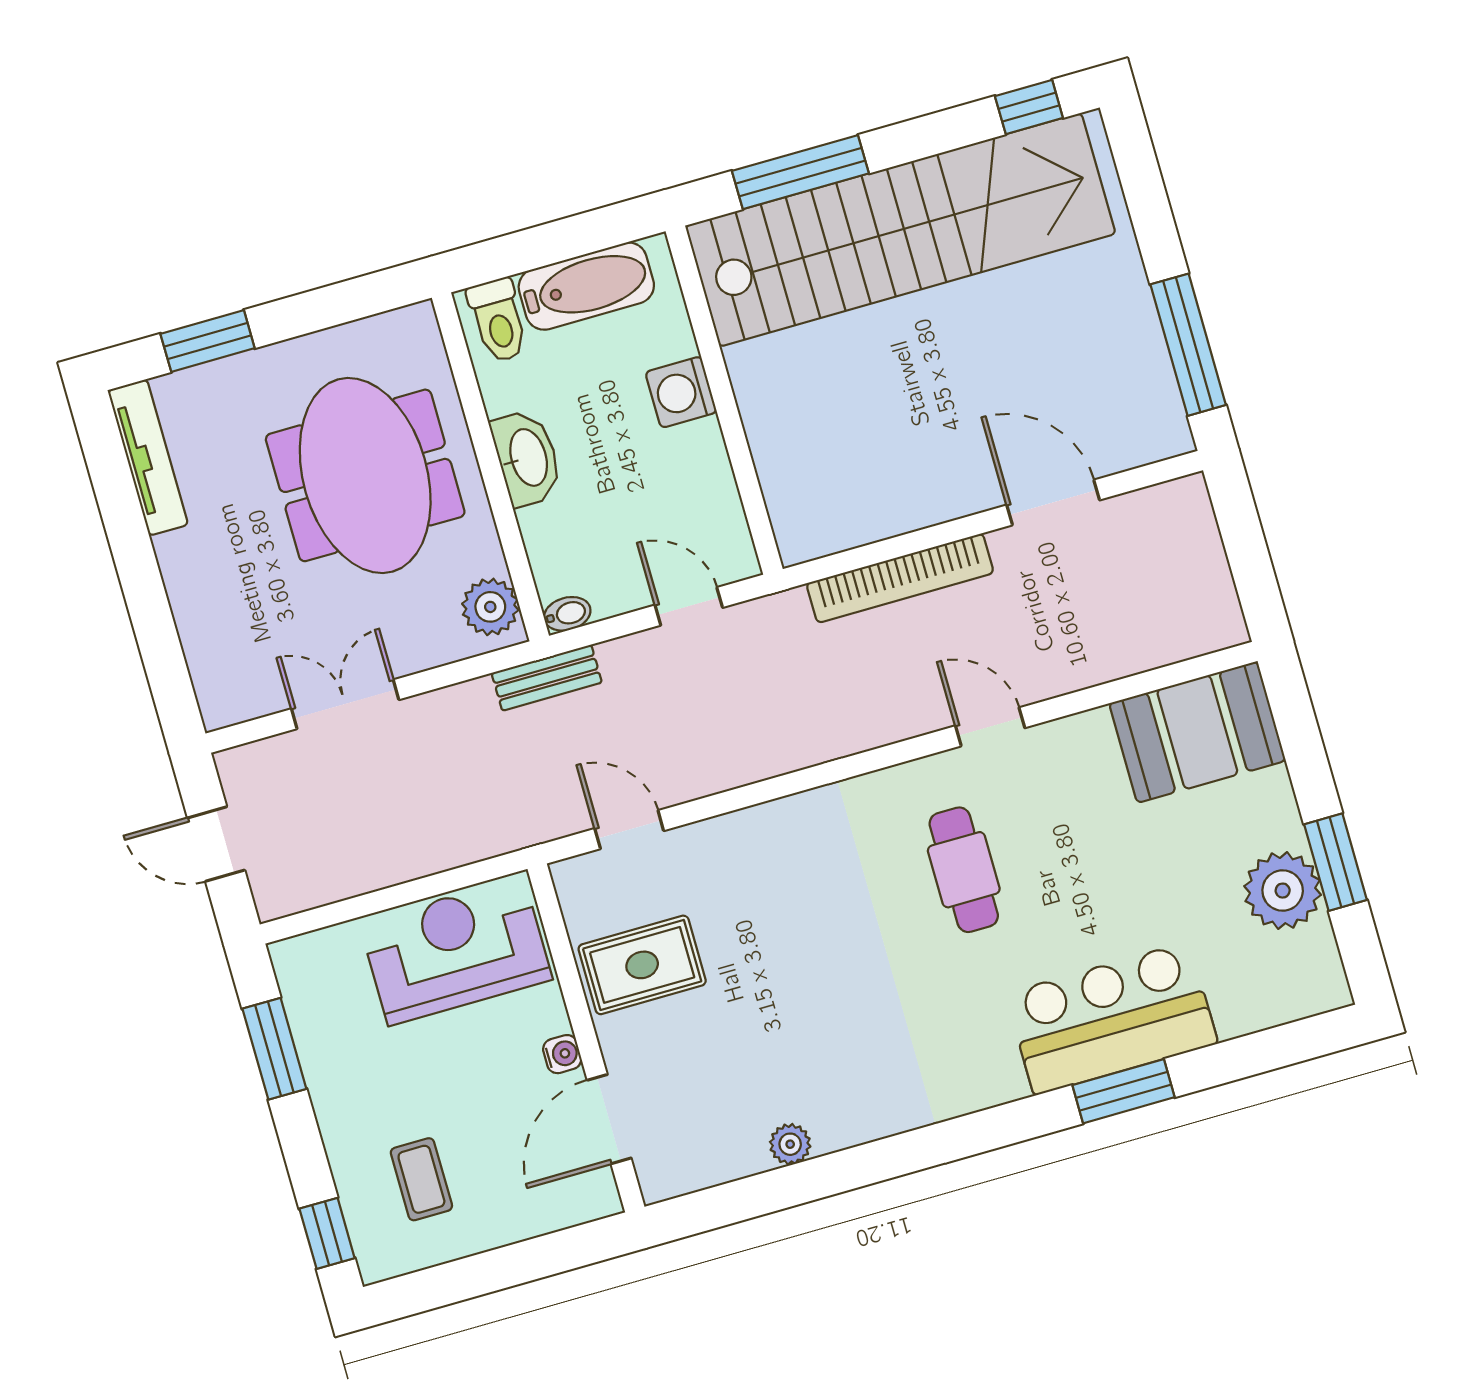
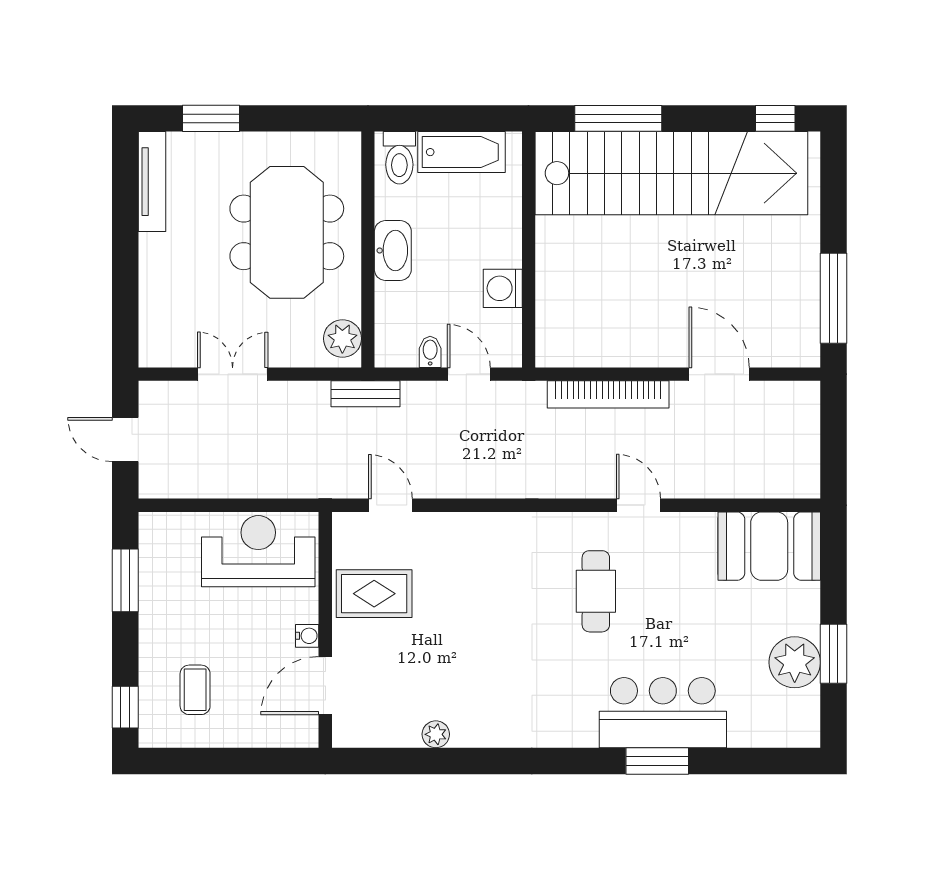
washing machine: (681, 392) -> (503, 288), moved
bidet: (567, 614) -> (430, 352), moved, turned -90

